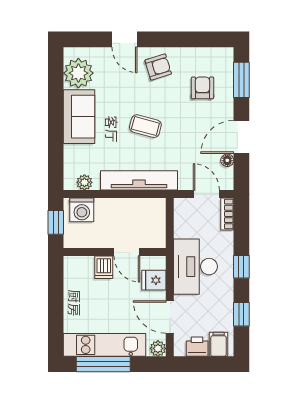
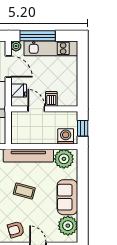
plant: (84, 182) -> (64, 159), width x1.87, depth x1.87
window: (103, 364) -> (38, 36), moved

